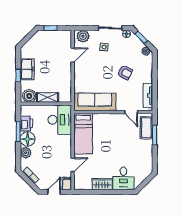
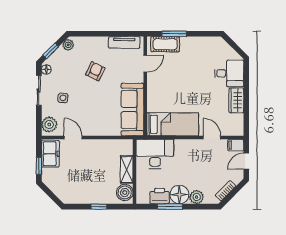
freezer: (27, 69) -> (50, 154), moved, turned 90
door: (54, 192) -> (246, 161), hinge flipped

